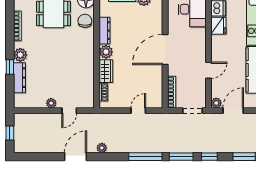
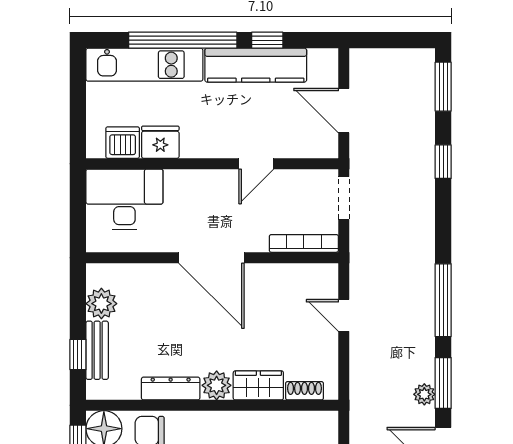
door: (209, 70) -> (256, 164), swing flipped
plant: (216, 103) -> (327, 147), removed
window: (181, 157) -> (443, 383), moved

